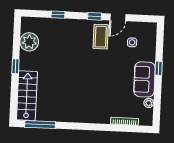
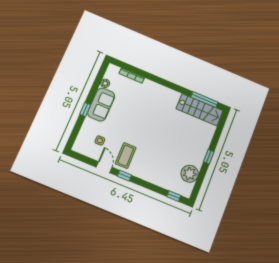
window: (58, 15) -> (174, 196), moved
door: (118, 17) -> (104, 167), hinge flipped
stairs: (27, 96) -> (200, 110), moved, turned -90

